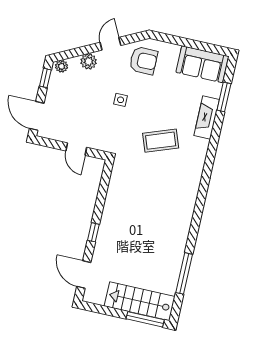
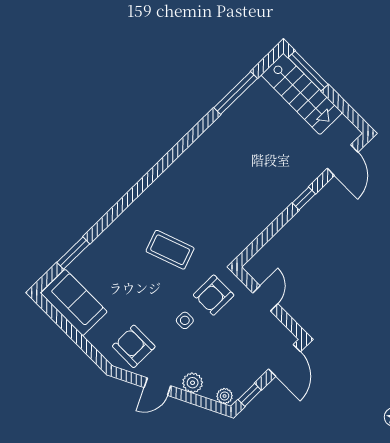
fireplace: (207, 117) -> (105, 243), removed
armchair: (112, 129) -> (214, 295), added

